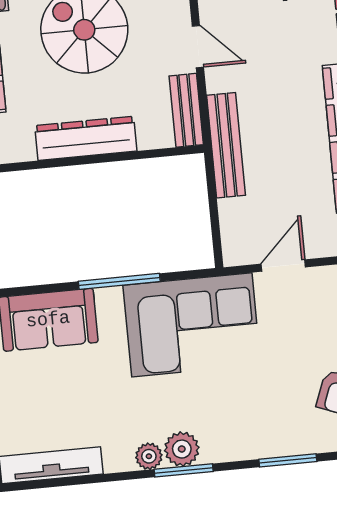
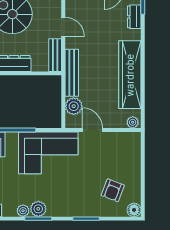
plant: (237, 218) -> (74, 106), added
door: (283, 266) -> (92, 130), hinge flipped

